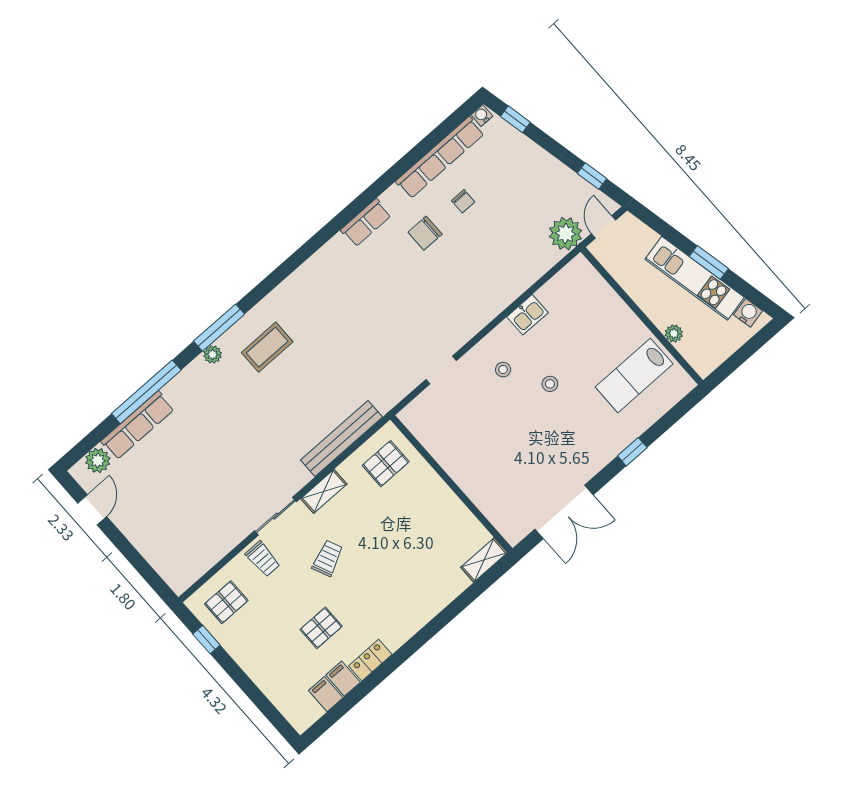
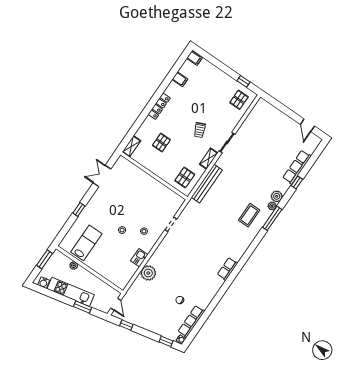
row of seats: (440, 158) -> (191, 321), width x0.73
row of seats: (366, 223) -> (227, 269), moved
chair: (425, 233) -> (193, 282), removed
plant: (566, 234) -> (148, 273), moved
window: (709, 262) -> (82, 307), moved
window: (733, 363) -> (45, 259), added
window: (146, 392) -> (297, 182), width x0.32
plant: (98, 460) -> (277, 196), moved
double door: (564, 512) -> (102, 176), width x0.73
trolley: (263, 559) -> (228, 122), removed
pallet: (321, 628) -> (161, 143), moved
locker: (370, 660) -> (159, 106), moved, width x1.53
filing cabinet: (326, 694) -> (194, 58), moved

